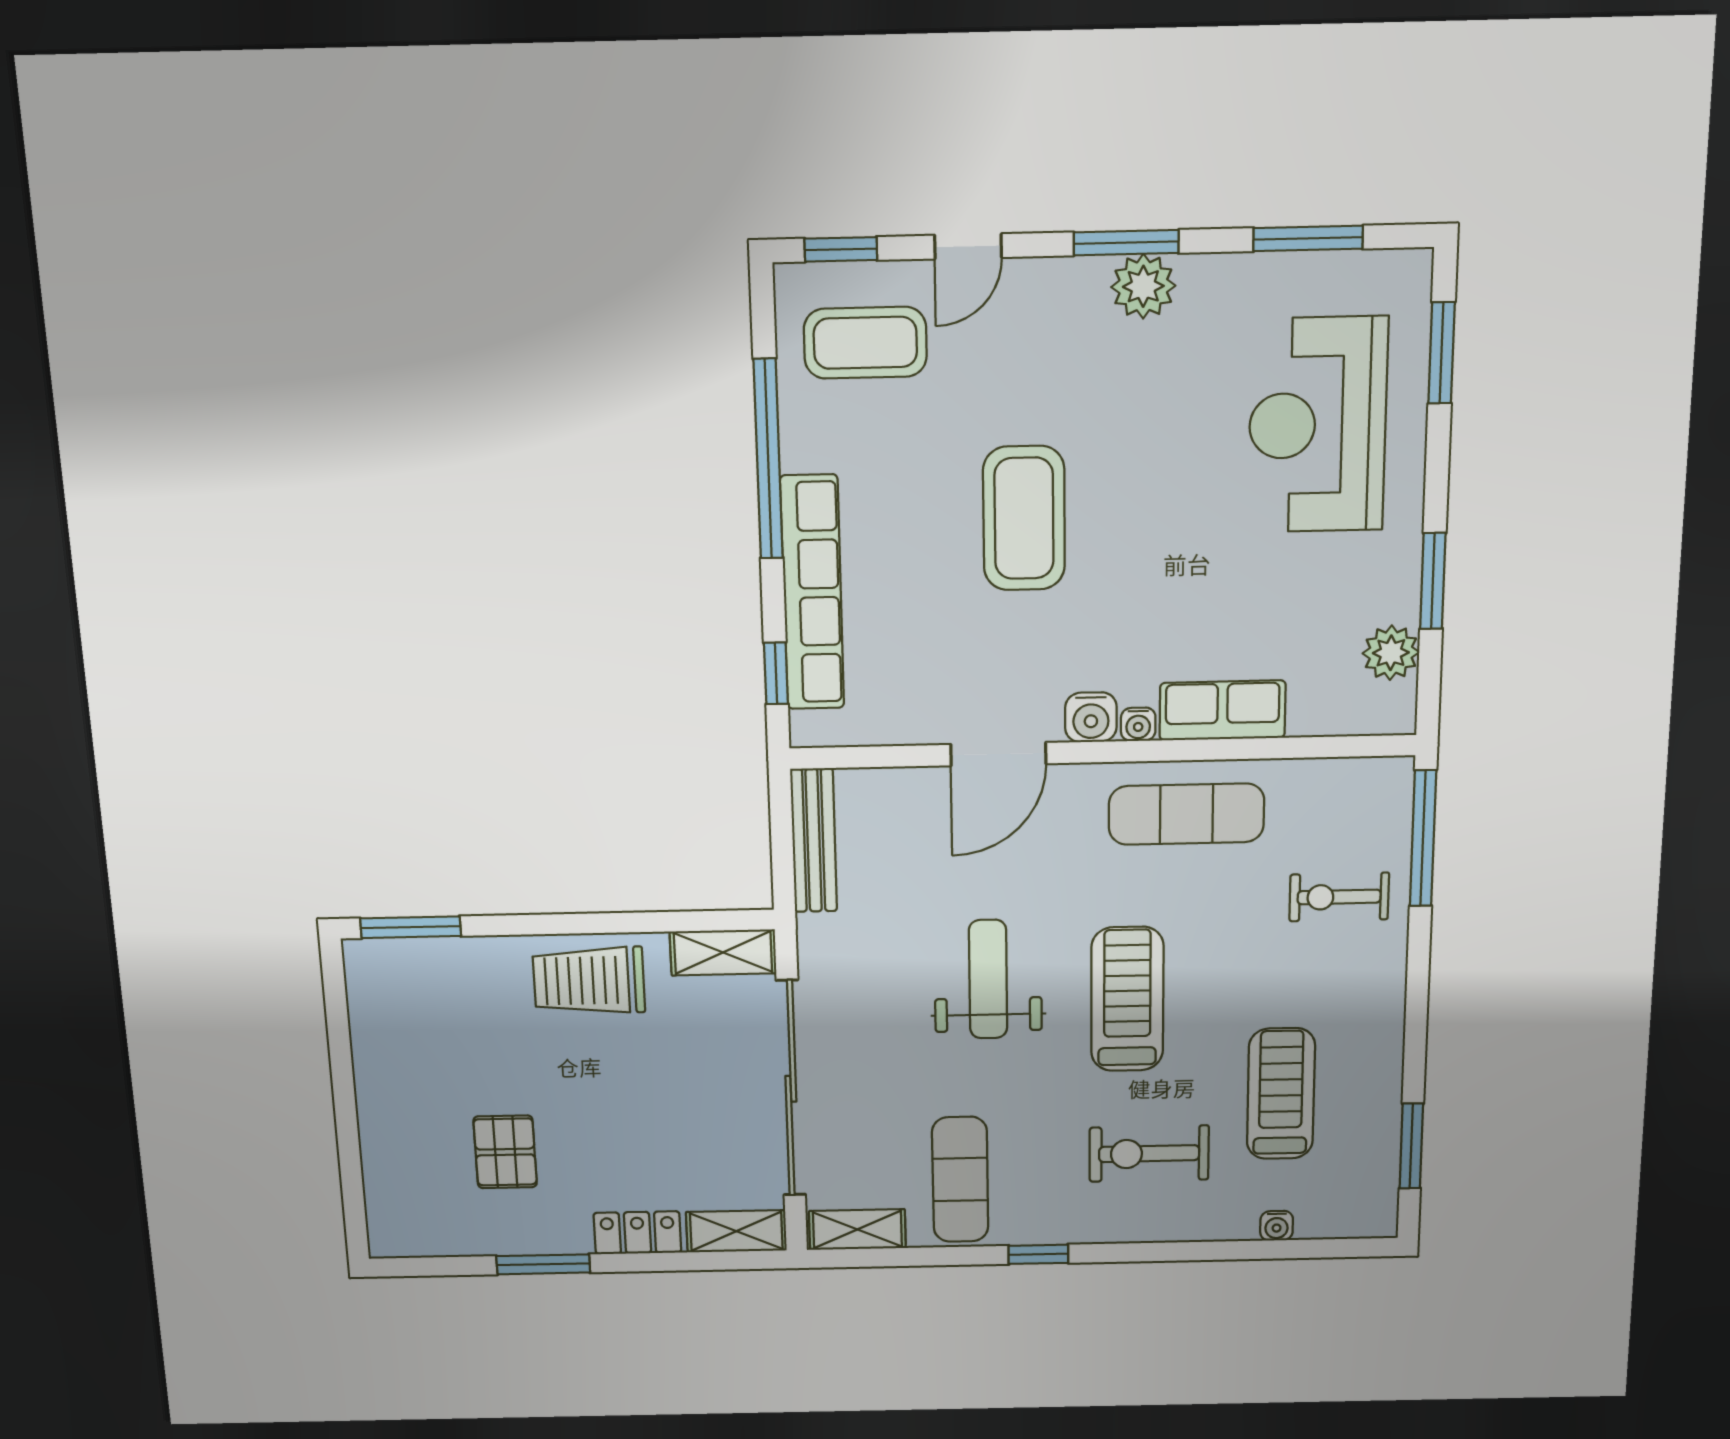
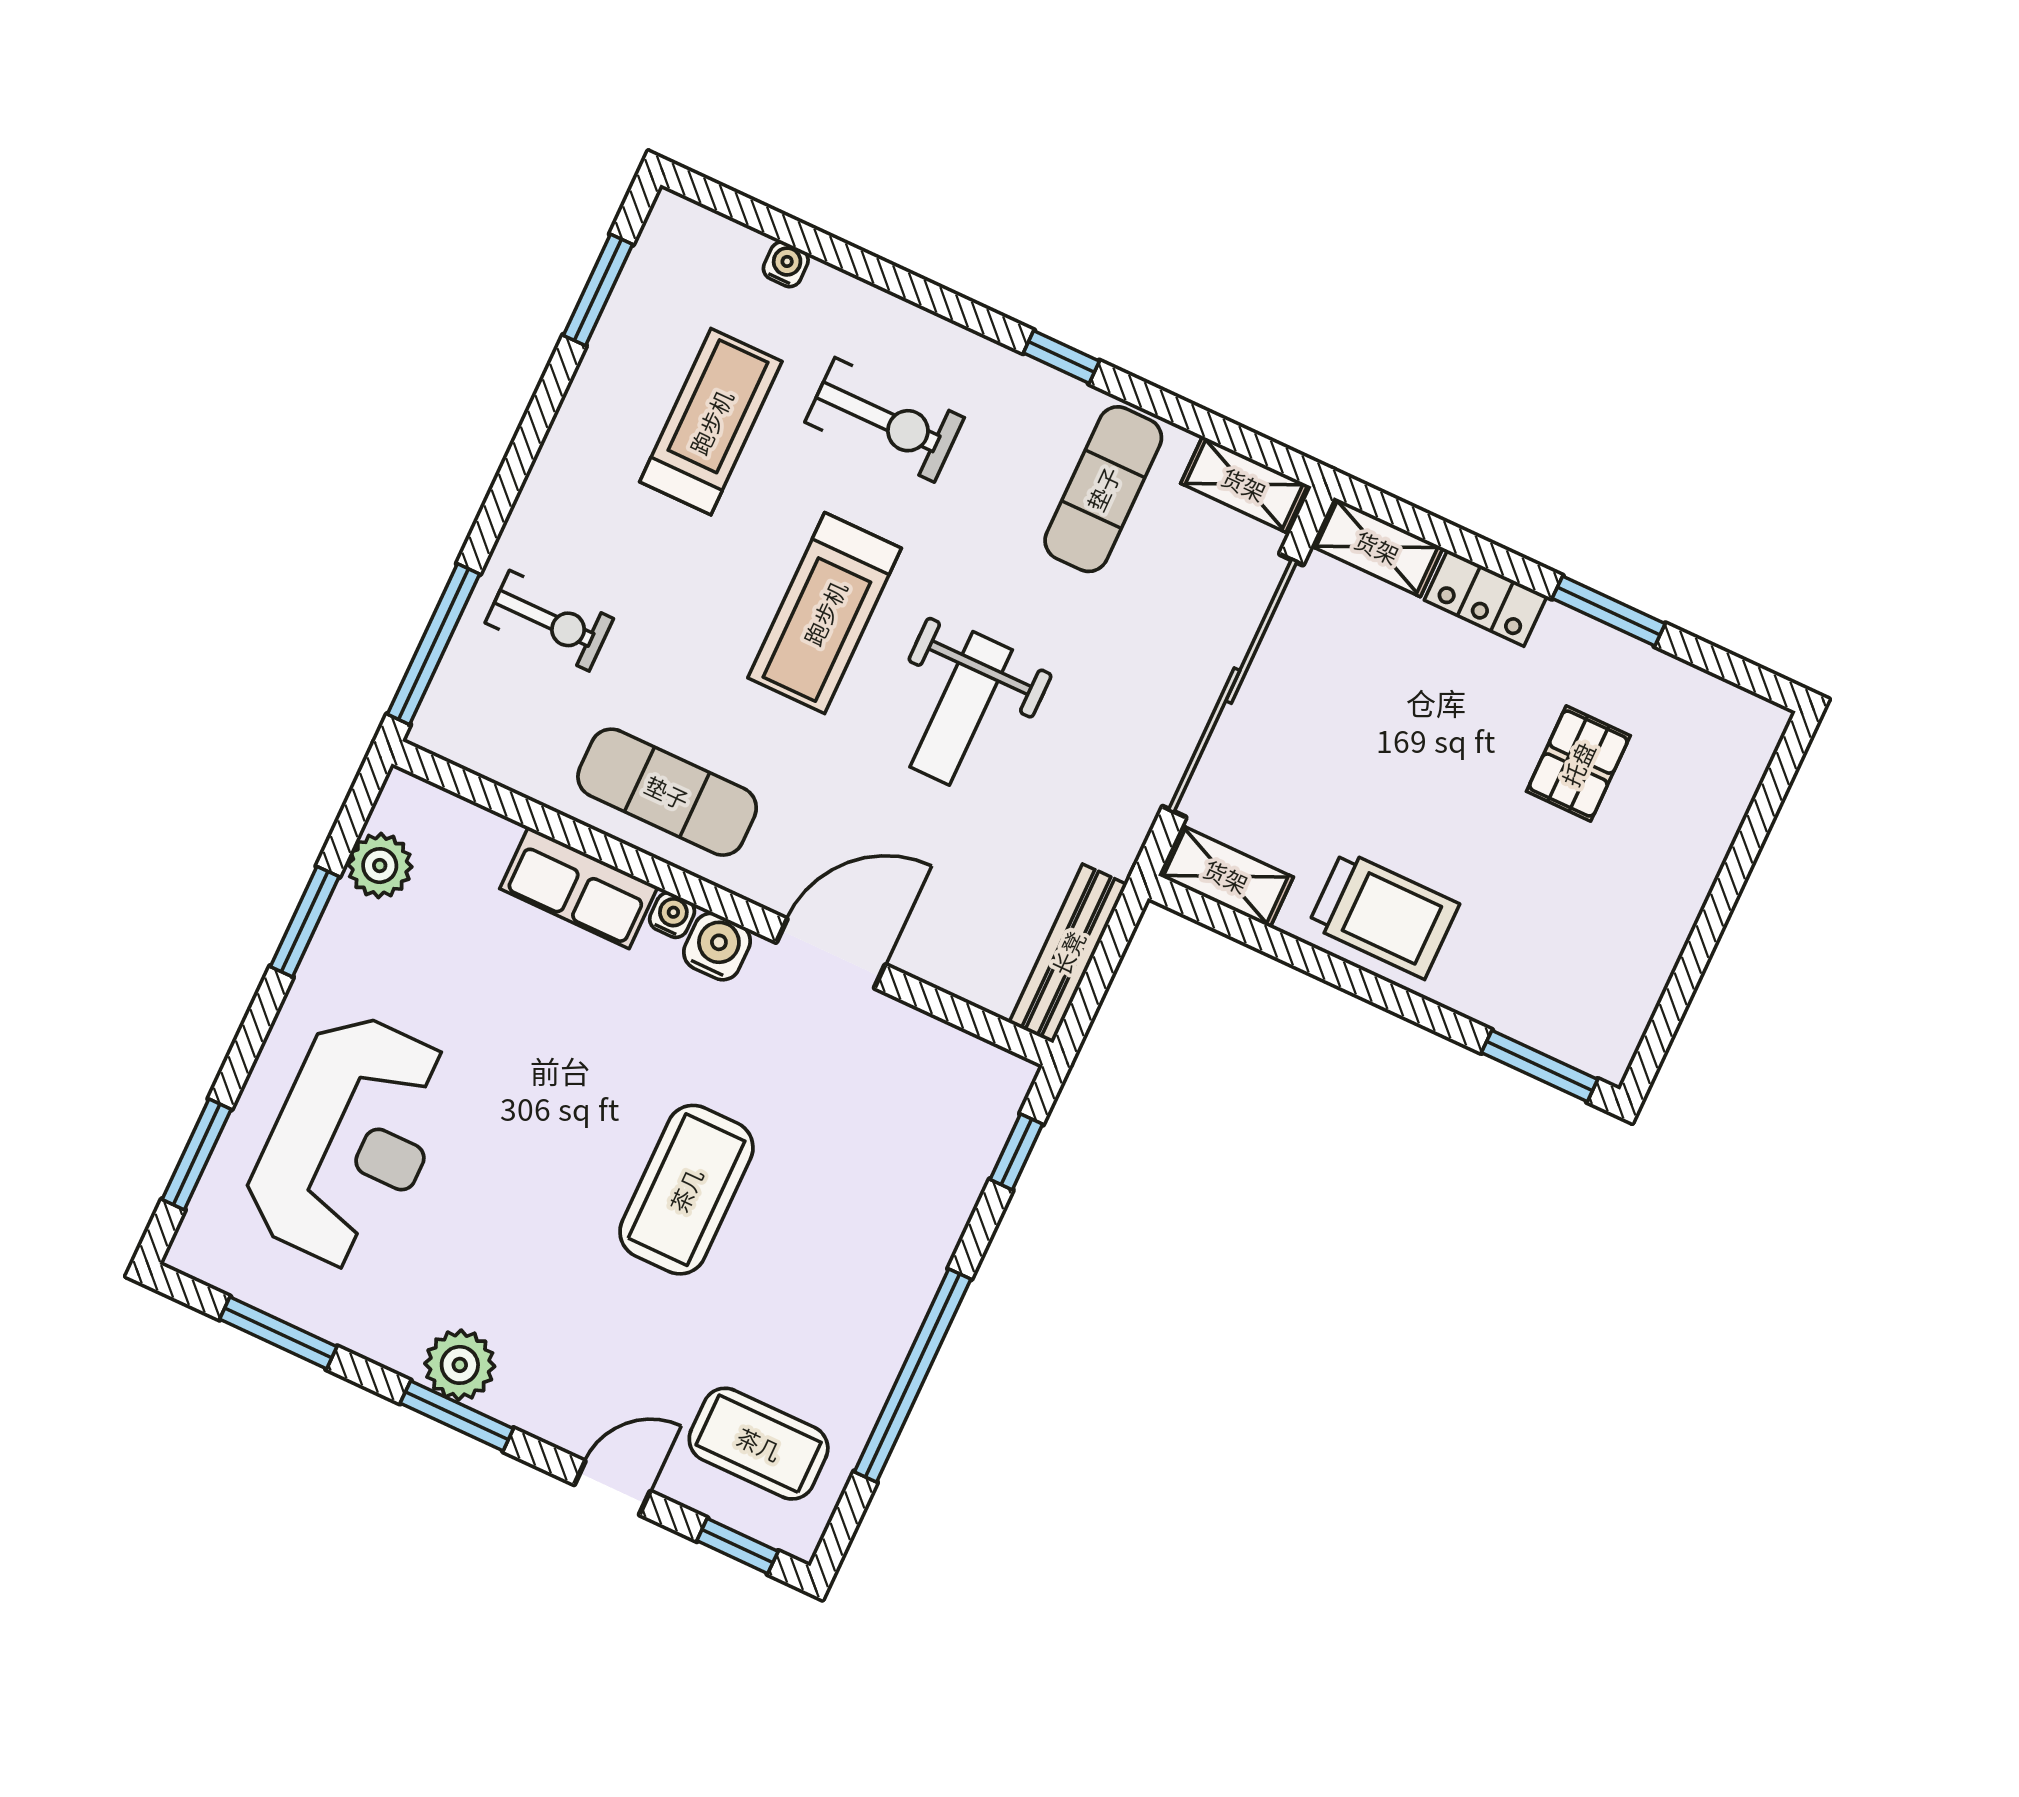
row of seats: (812, 593) -> (937, 1218), removed
treadmill: (1281, 1094) -> (711, 422), turned 180

